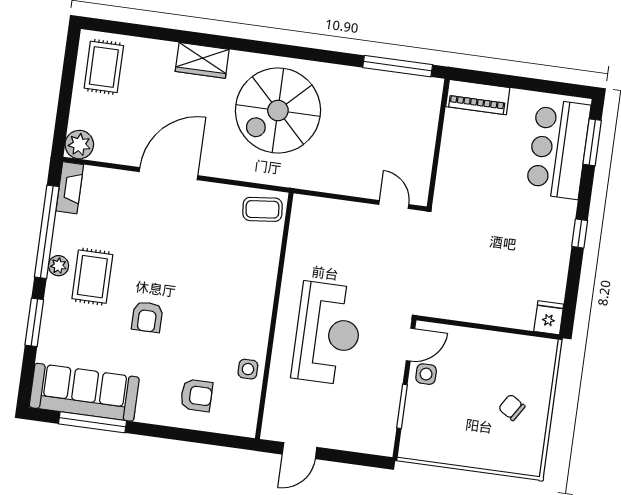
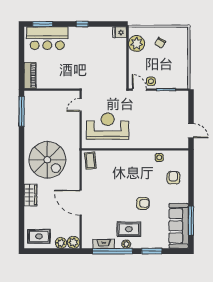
plant: (82, 116) -> (61, 243), added
fireplace: (70, 188) -> (104, 244), moved
reception desk: (328, 333) -> (108, 126), moved
plant: (518, 353) -> (137, 43), added

